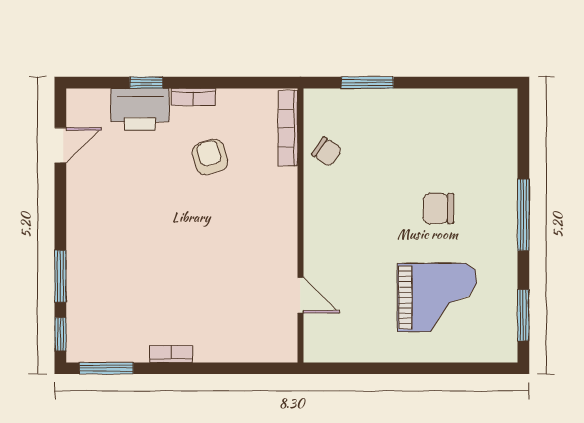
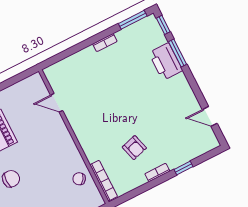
printer: (140, 109) -> (166, 62), moved, turned -90
door: (60, 145) -> (210, 116), hinge flipped

